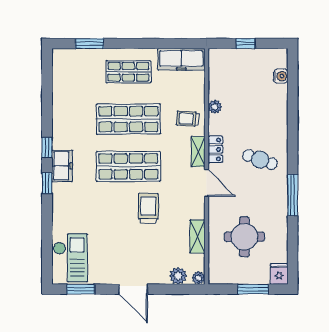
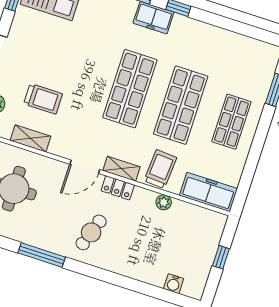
freezer: (181, 59) -> (208, 192), moved, turned 90
trolley: (188, 119) -> (160, 169), width x1.36, depth x1.39
trolley: (148, 208) -> (43, 99), moved

